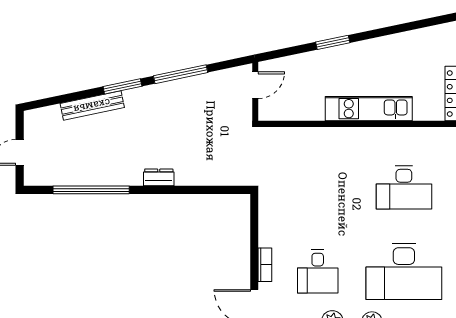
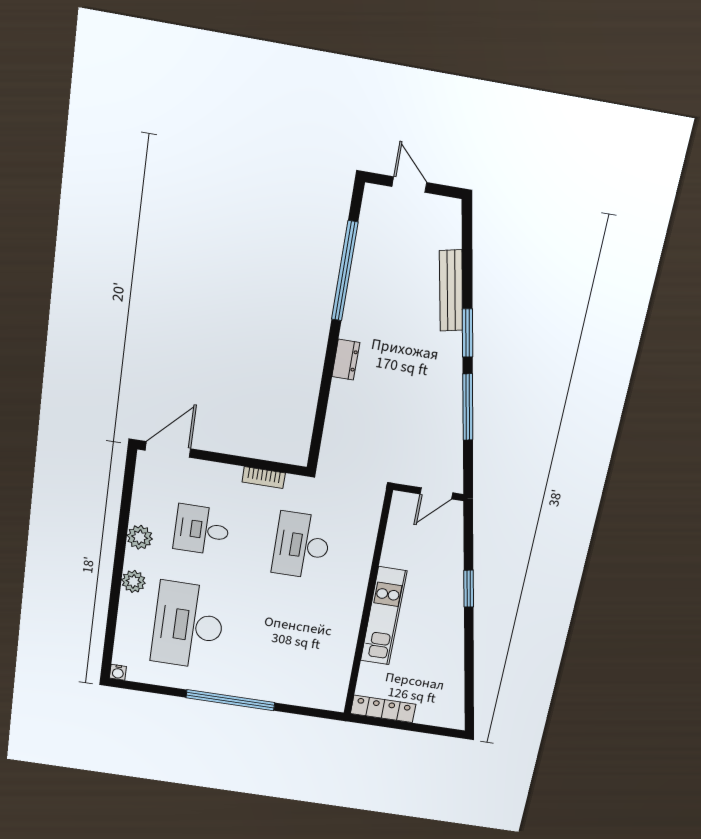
door: (255, 85) -> (436, 493), hinge flipped
desk: (404, 187) -> (302, 545), moved
bookcase: (265, 265) -> (264, 478), moved

